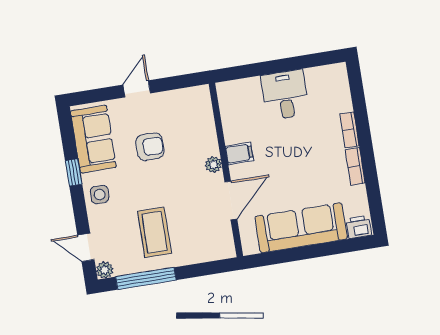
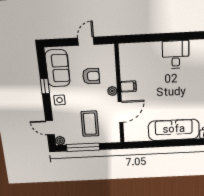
filing cabinet: (239, 153) -> (128, 86), moved
plant: (213, 165) -> (112, 91), moved
wall: (226, 170) -> (119, 95), moved
door: (231, 201) -> (120, 112), moved

